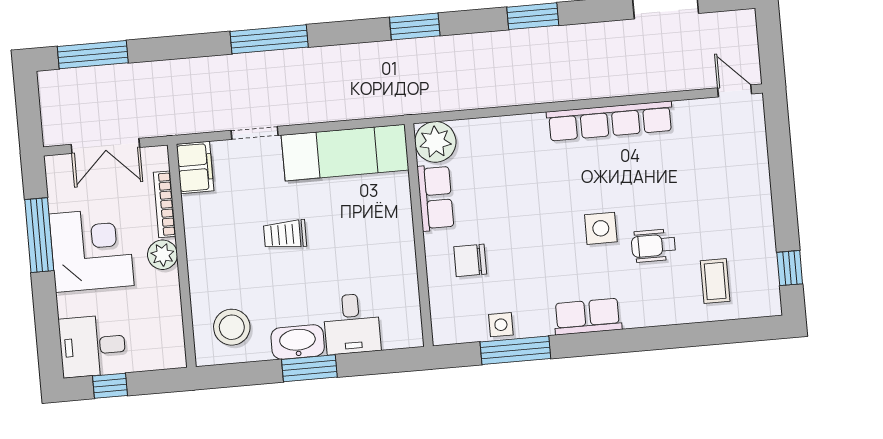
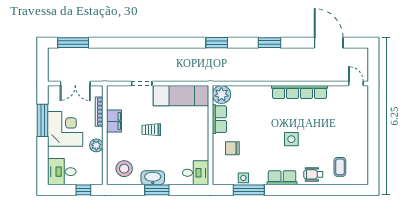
window: (269, 39) -> (152, 43), removed
filing cabinet: (195, 167) -> (114, 121), moved
wheelchair: (653, 246) -> (313, 174), moved
plant: (162, 255) -> (96, 145), moved
window: (790, 268) -> (373, 164), removed
desk: (352, 324) -> (196, 173), moved, turned -90
window: (110, 386) -> (83, 190), moved

